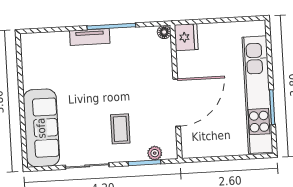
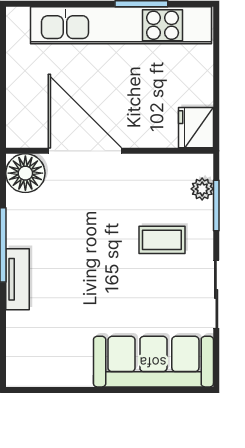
floor lamp: (164, 32) -> (25, 173), width x1.89, depth x1.89
fridge: (186, 37) -> (196, 128), moved, turned -90
door: (177, 103) -> (85, 151), moved

